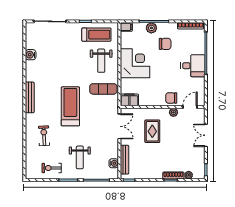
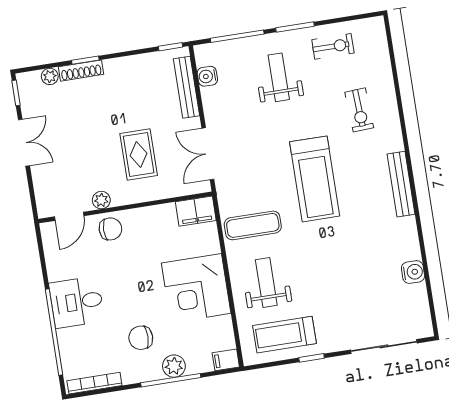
double door: (206, 135) -> (24, 143), moved

